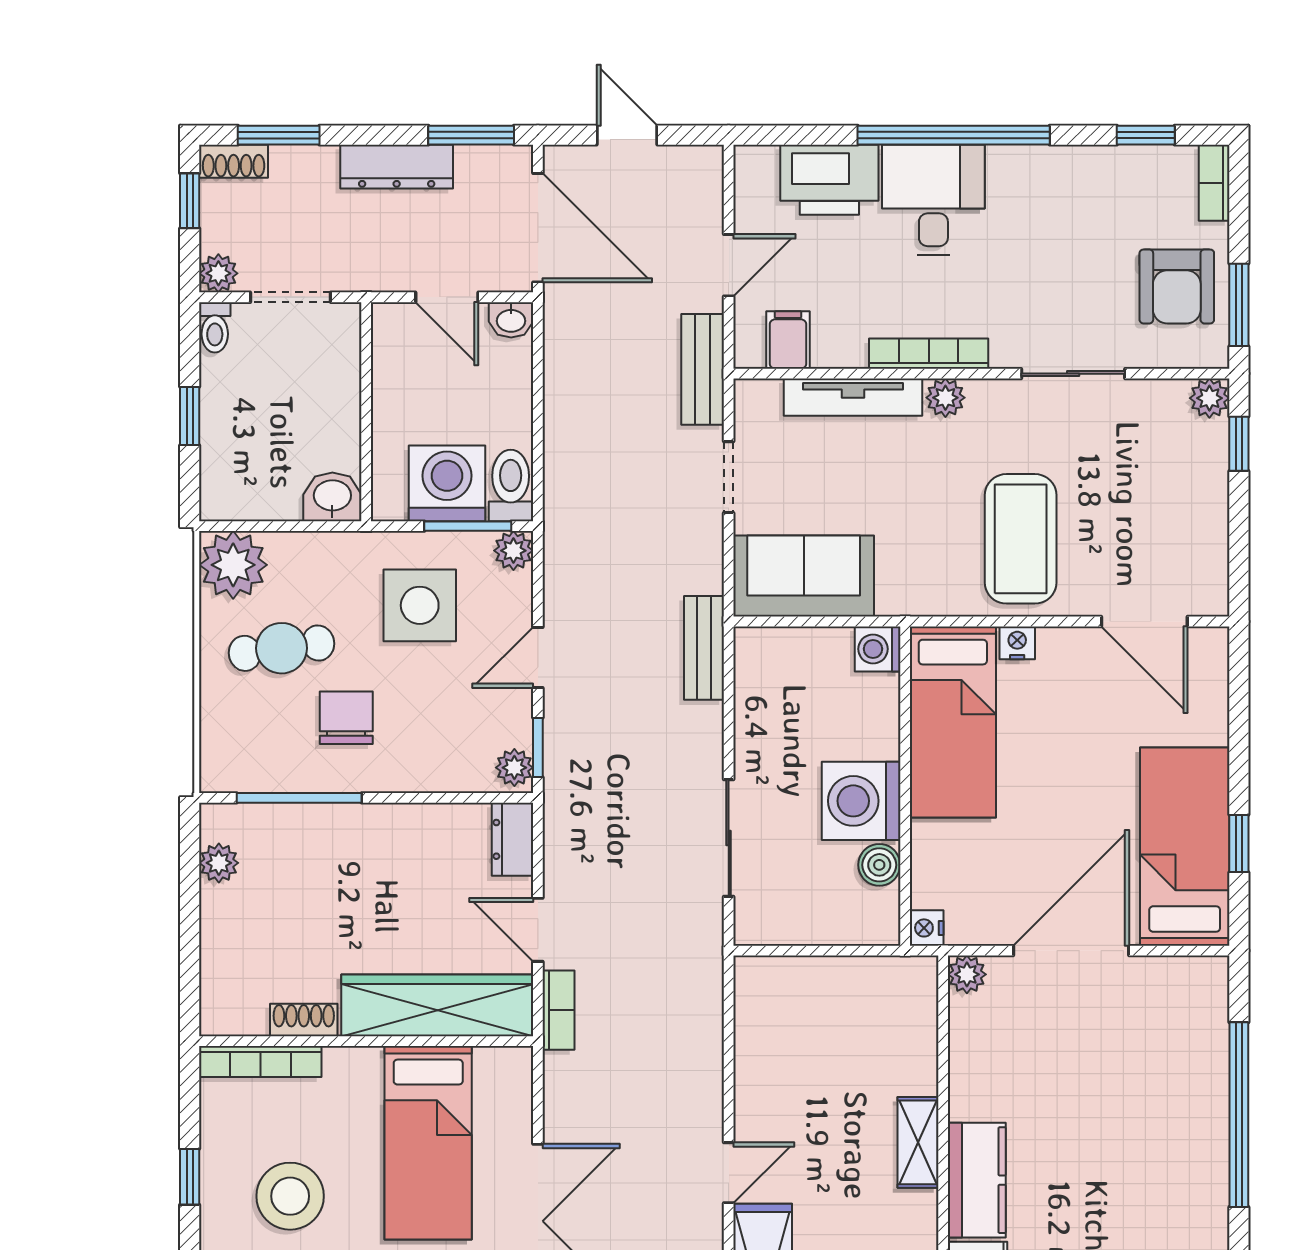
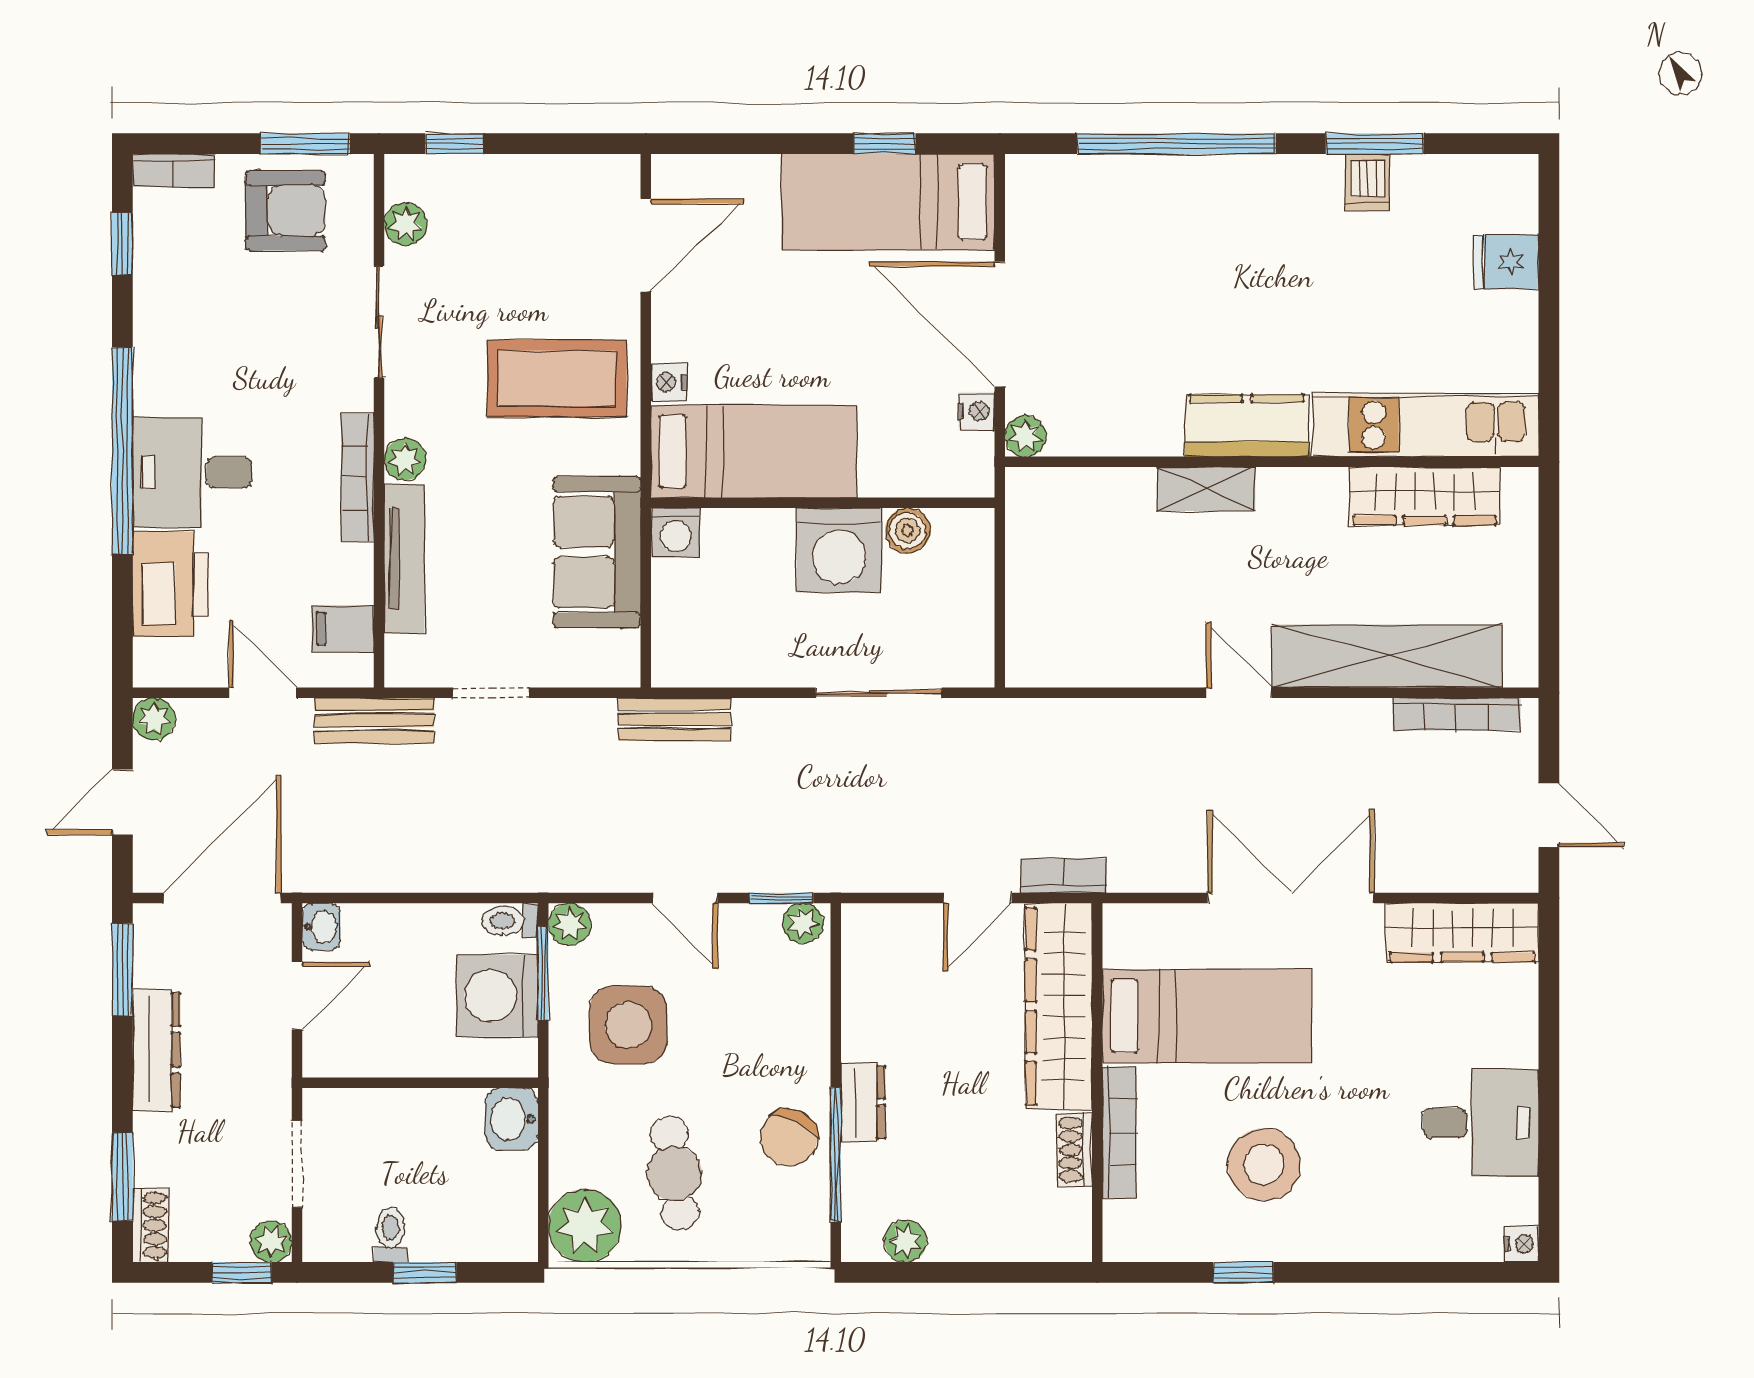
plant: (704, 164) -> (154, 719), added
window: (190, 201) -> (242, 1272), moved
toilet: (215, 327) -> (391, 1235), moved, turned -90
plant: (1209, 398) -> (405, 224), moved
toilet: (511, 485) -> (510, 921), width x0.73, depth x0.72
sofa: (804, 576) -> (597, 552), moved
chair: (346, 718) -> (789, 1138), moved, turned -66
dresser: (512, 839) -> (863, 1102), moved, turned -90
nightstand: (927, 928) -> (977, 411), moved, turned -90
bookcase: (260, 1062) -> (1119, 1133), moved

